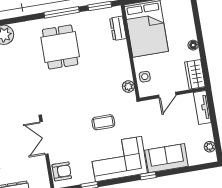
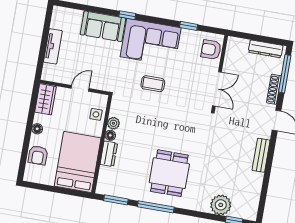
armchair: (184, 21) -> (38, 155), added
dresser: (118, 28) -> (109, 154), moved
floor lamp: (125, 62) -> (110, 135), added
plant: (128, 87) -> (113, 123), moved
tv unit: (202, 107) -> (53, 46), moved
plant: (210, 147) -> (56, 23), removed

